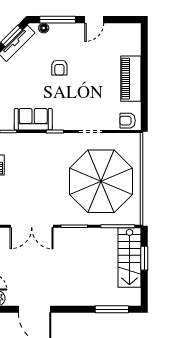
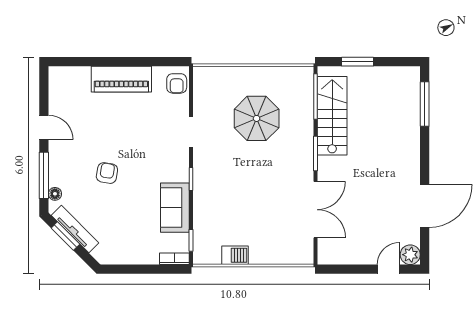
armchair: (59, 68) -> (107, 173), turned -80
parasol: (101, 181) -> (257, 118), width x0.54, depth x0.54
stairs: (129, 257) -> (332, 116), moved, turned -90

